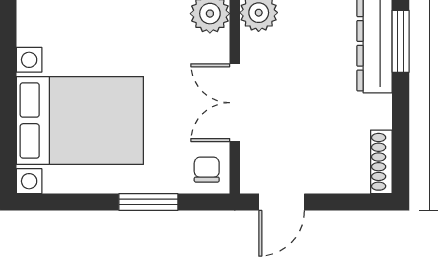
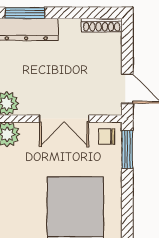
window: (148, 202) -> (127, 149), moved

